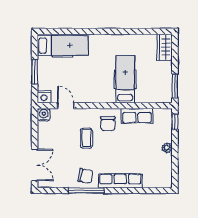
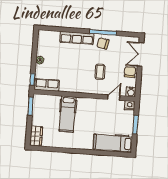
door: (66, 106) -> (114, 98), swing flipped
row of seats: (137, 116) -> (47, 85), moved
chair: (108, 124) -> (130, 72), moved

